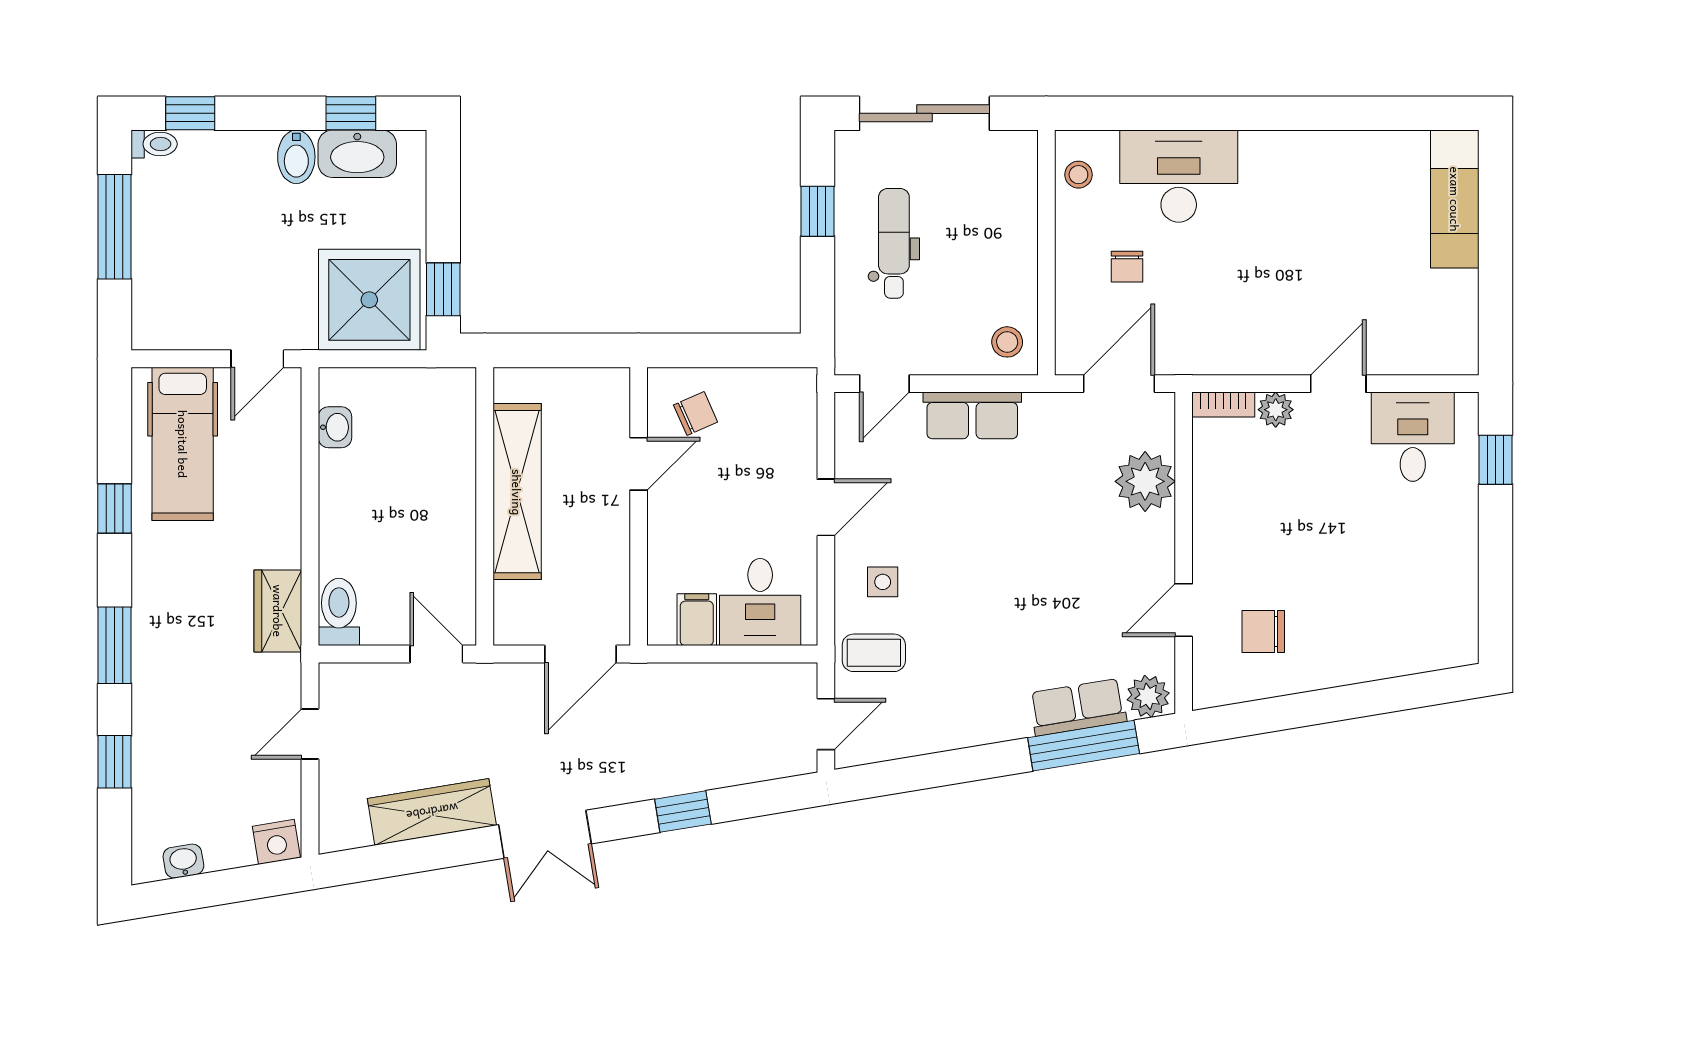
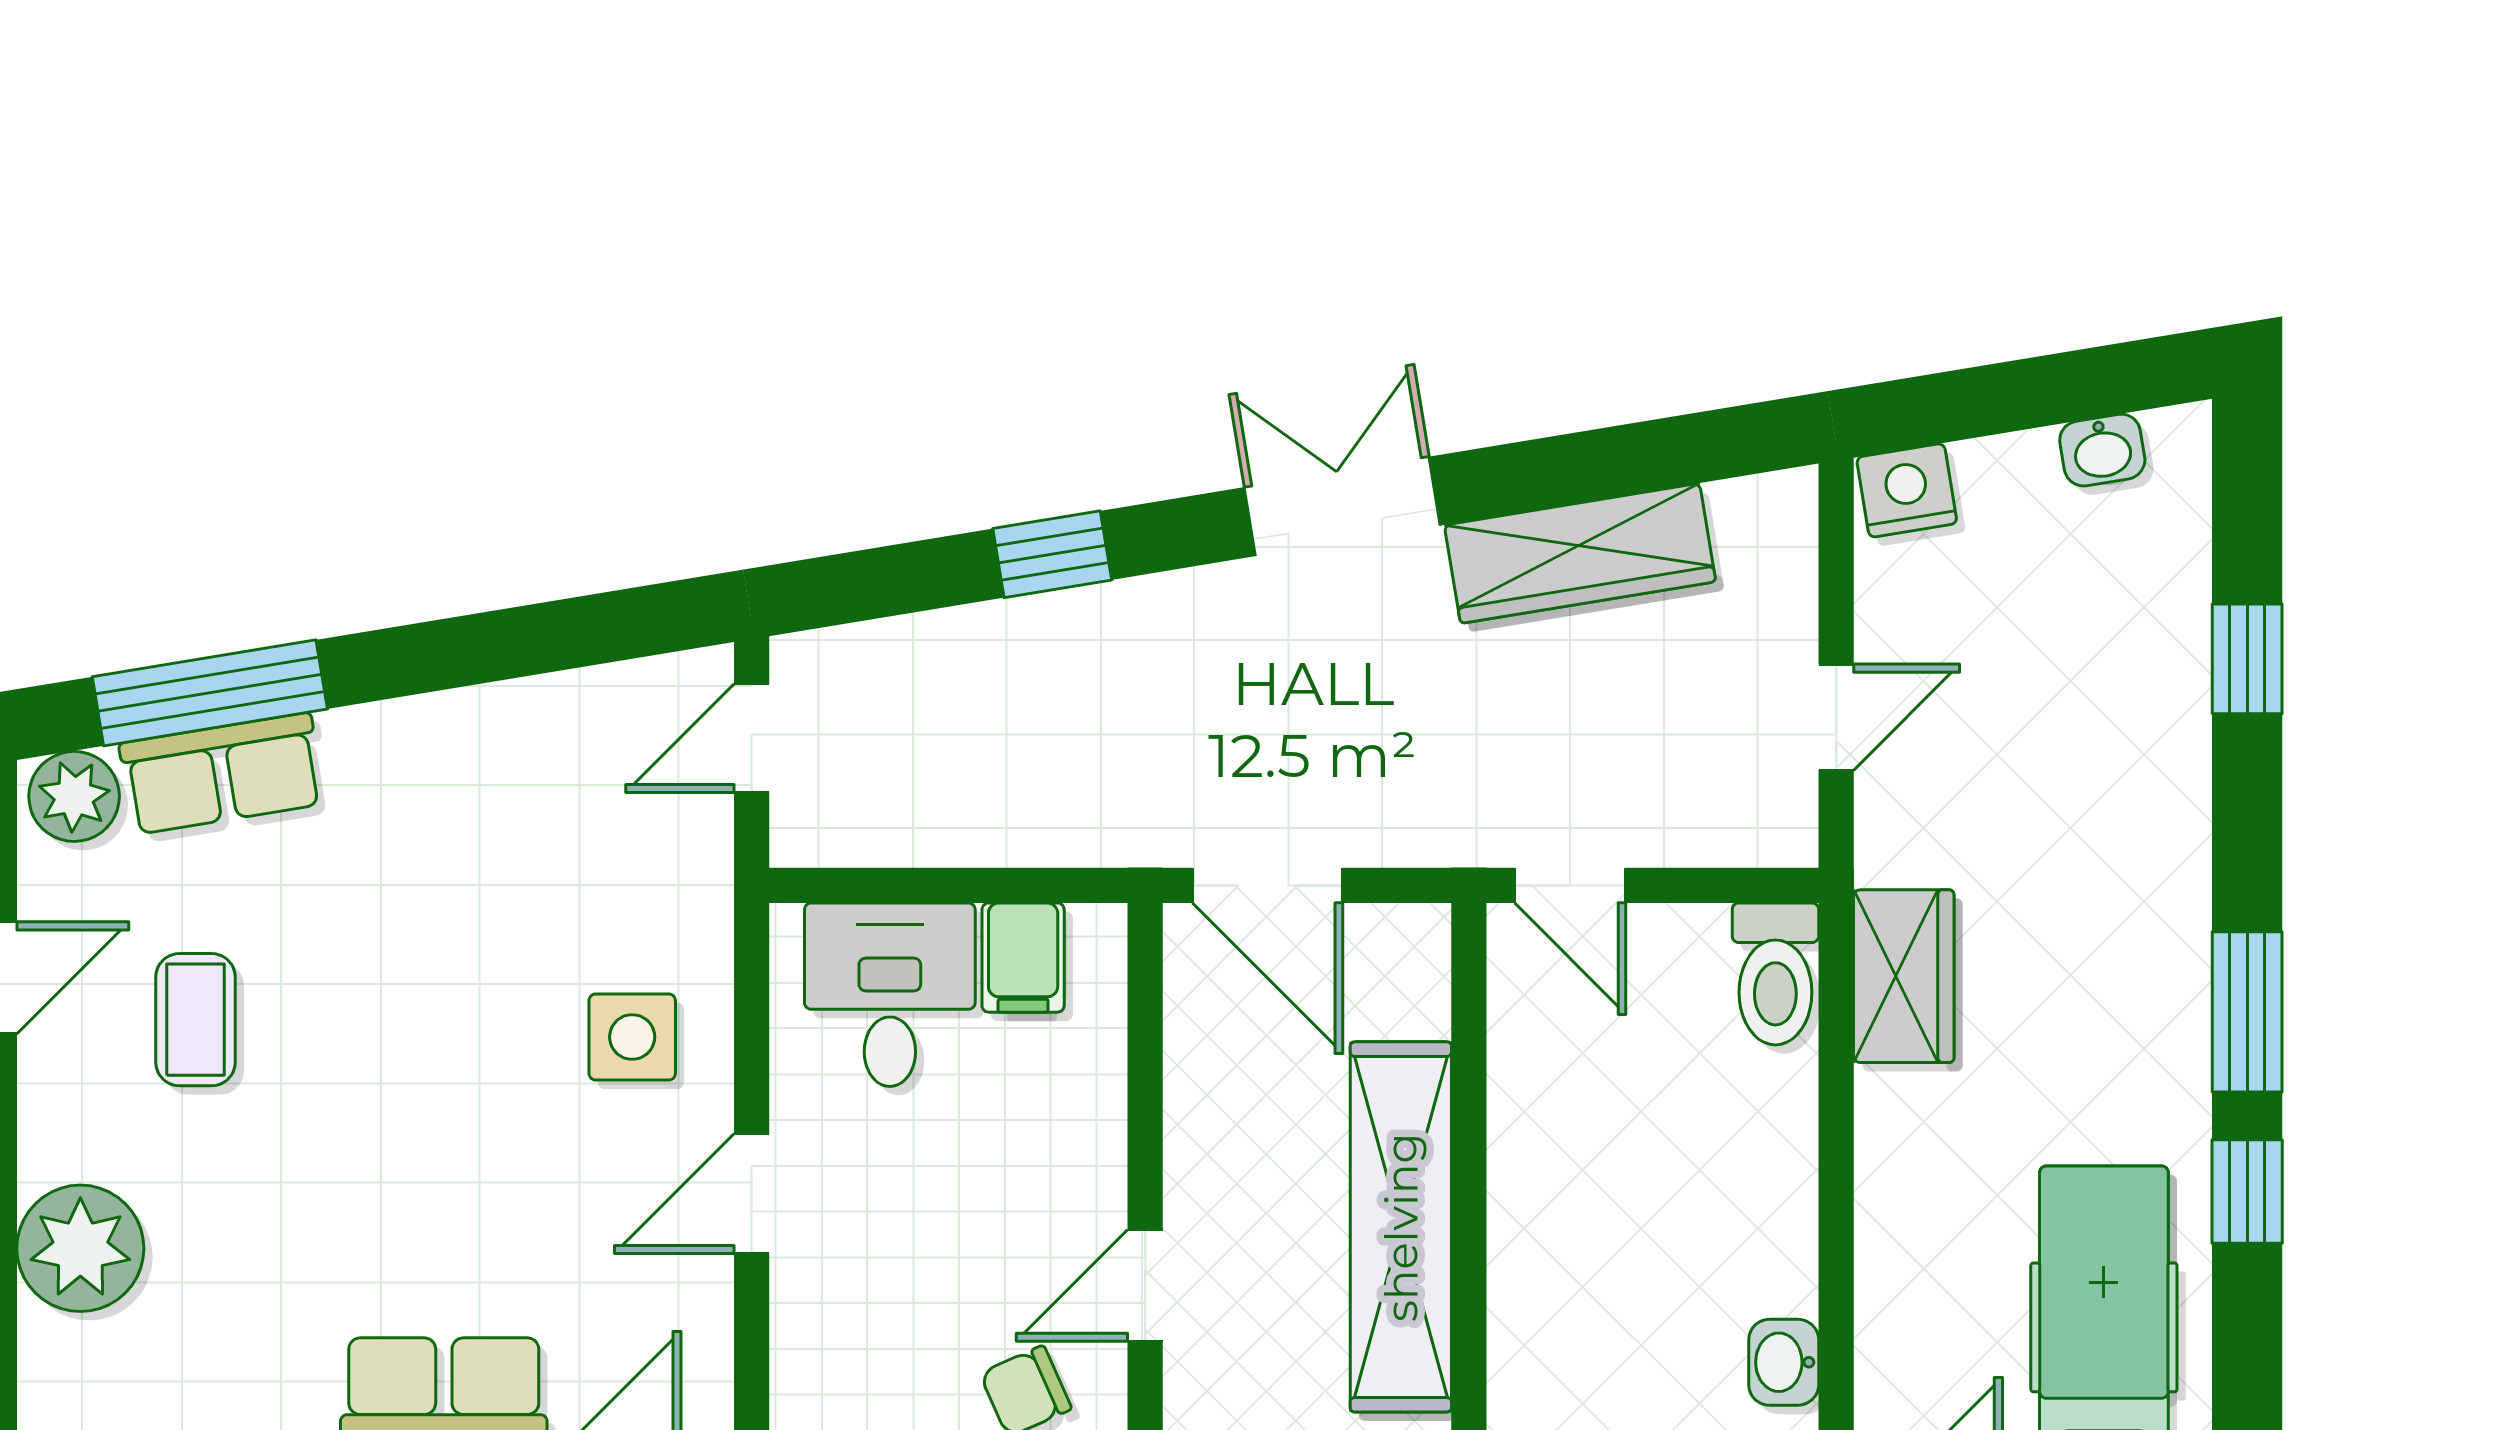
side table: (883, 582) -> (632, 1037), width x1.37, depth x1.37
window: (115, 645) -> (2247, 1012), moved
coffee table: (874, 653) -> (196, 1020), moved, turned 90
door: (580, 654) -> (1268, 885), swing flipped

